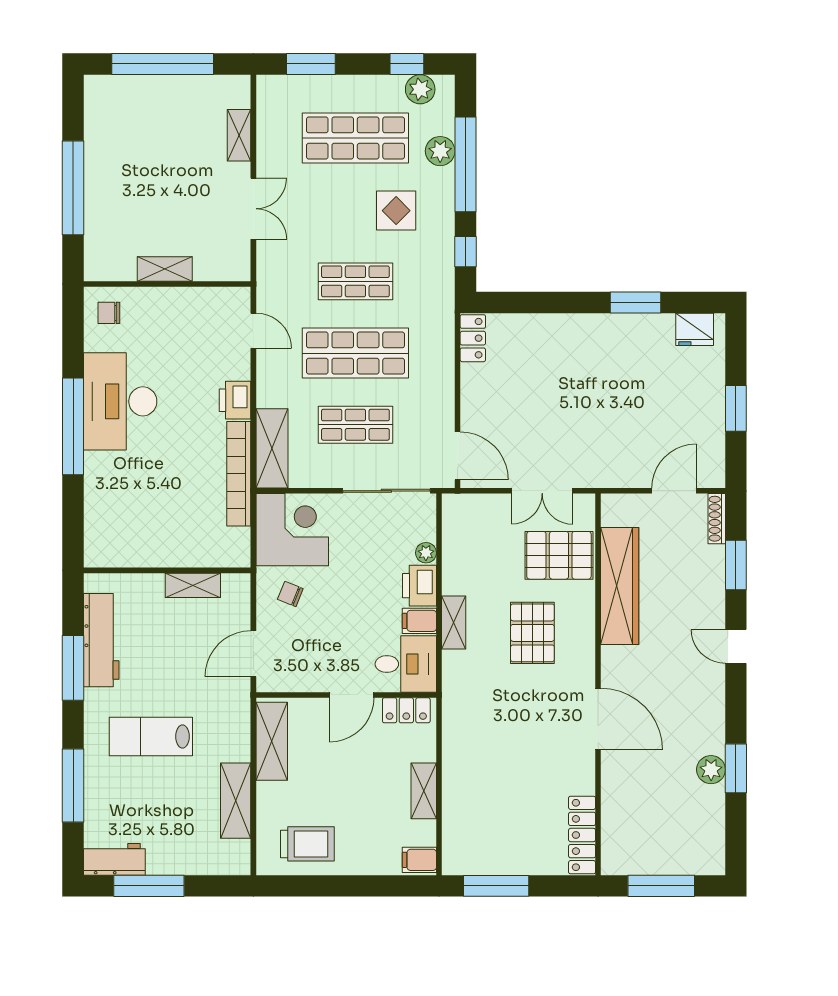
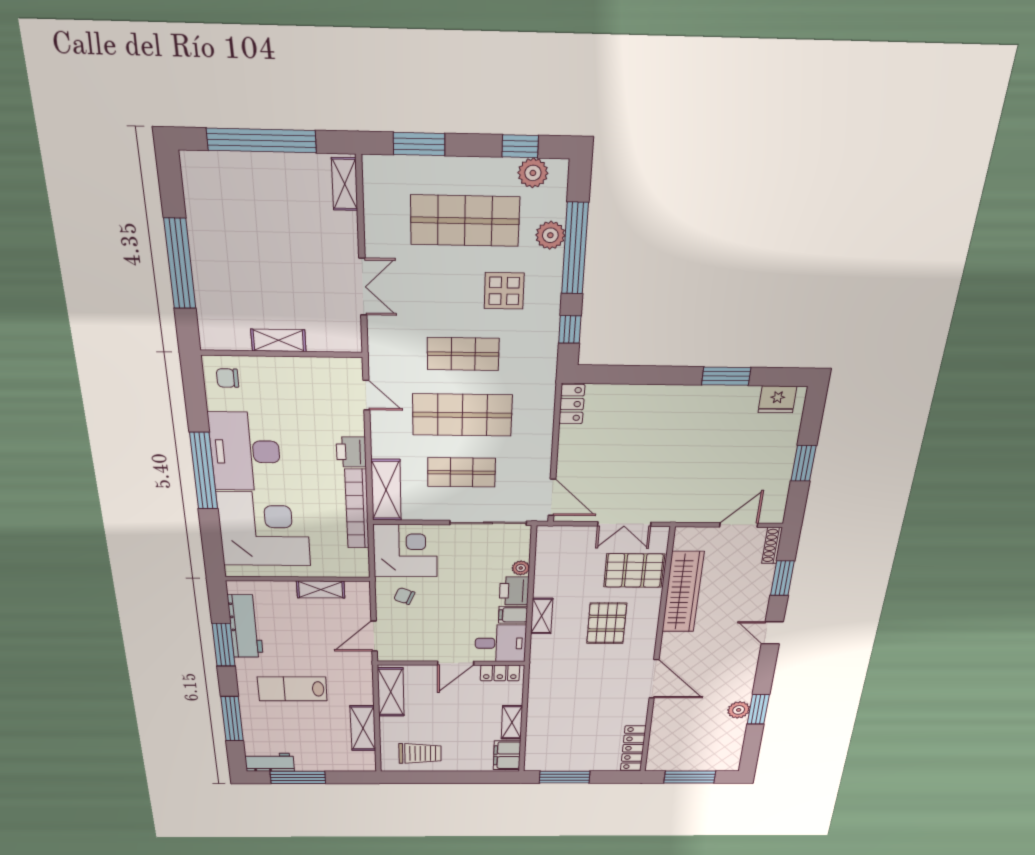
shelving: (239, 135) -> (345, 184), moved
corner desk: (133, 502) -> (264, 529), added
filing cabinet: (419, 860) -> (507, 755), width x2.00

